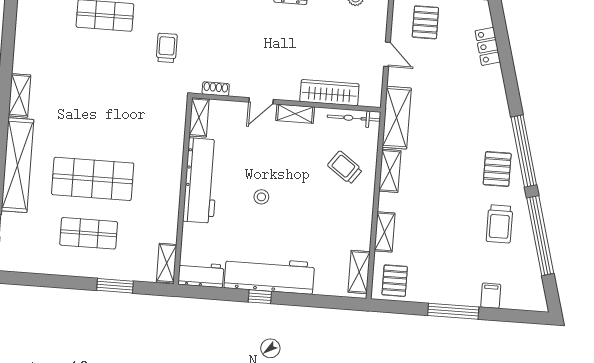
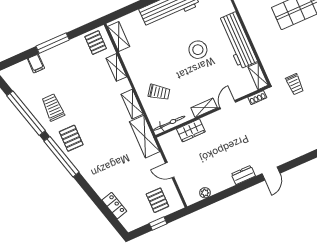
trolley: (167, 48) -> (295, 84), moved
wardrobe: (329, 93) -> (191, 130), width x0.67
stool: (261, 197) -> (198, 50), width x1.89, depth x1.89

